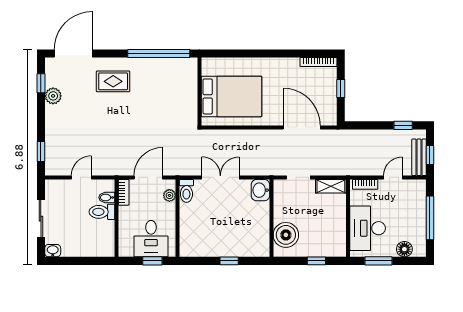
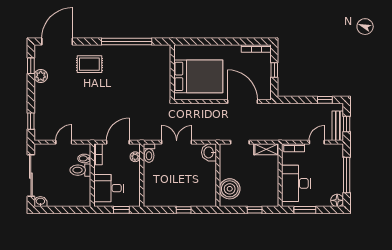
wall: (199, 91) -> (172, 72), moved
bed: (231, 96) -> (198, 76), moved
sliding door: (41, 219) -> (31, 176), width x1.37
desk: (151, 239) -> (109, 188), moved, turned 90
floor lamp: (404, 249) -> (337, 200), moved

